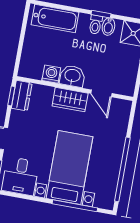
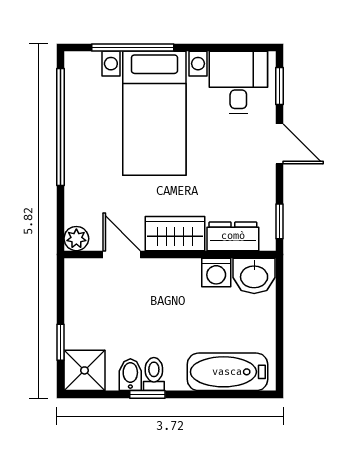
washbasin: (72, 76) -> (254, 276), moved
dresser: (22, 96) -> (233, 236), moved, turned 90
plant: (125, 107) -> (76, 239), added

